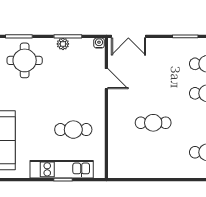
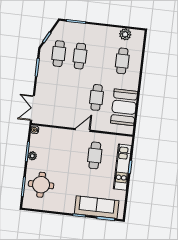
double door: (128, 36) -> (32, 108), swing flipped
door: (106, 79) -> (83, 130), moved
booth: (144, 162) -> (124, 107), added

